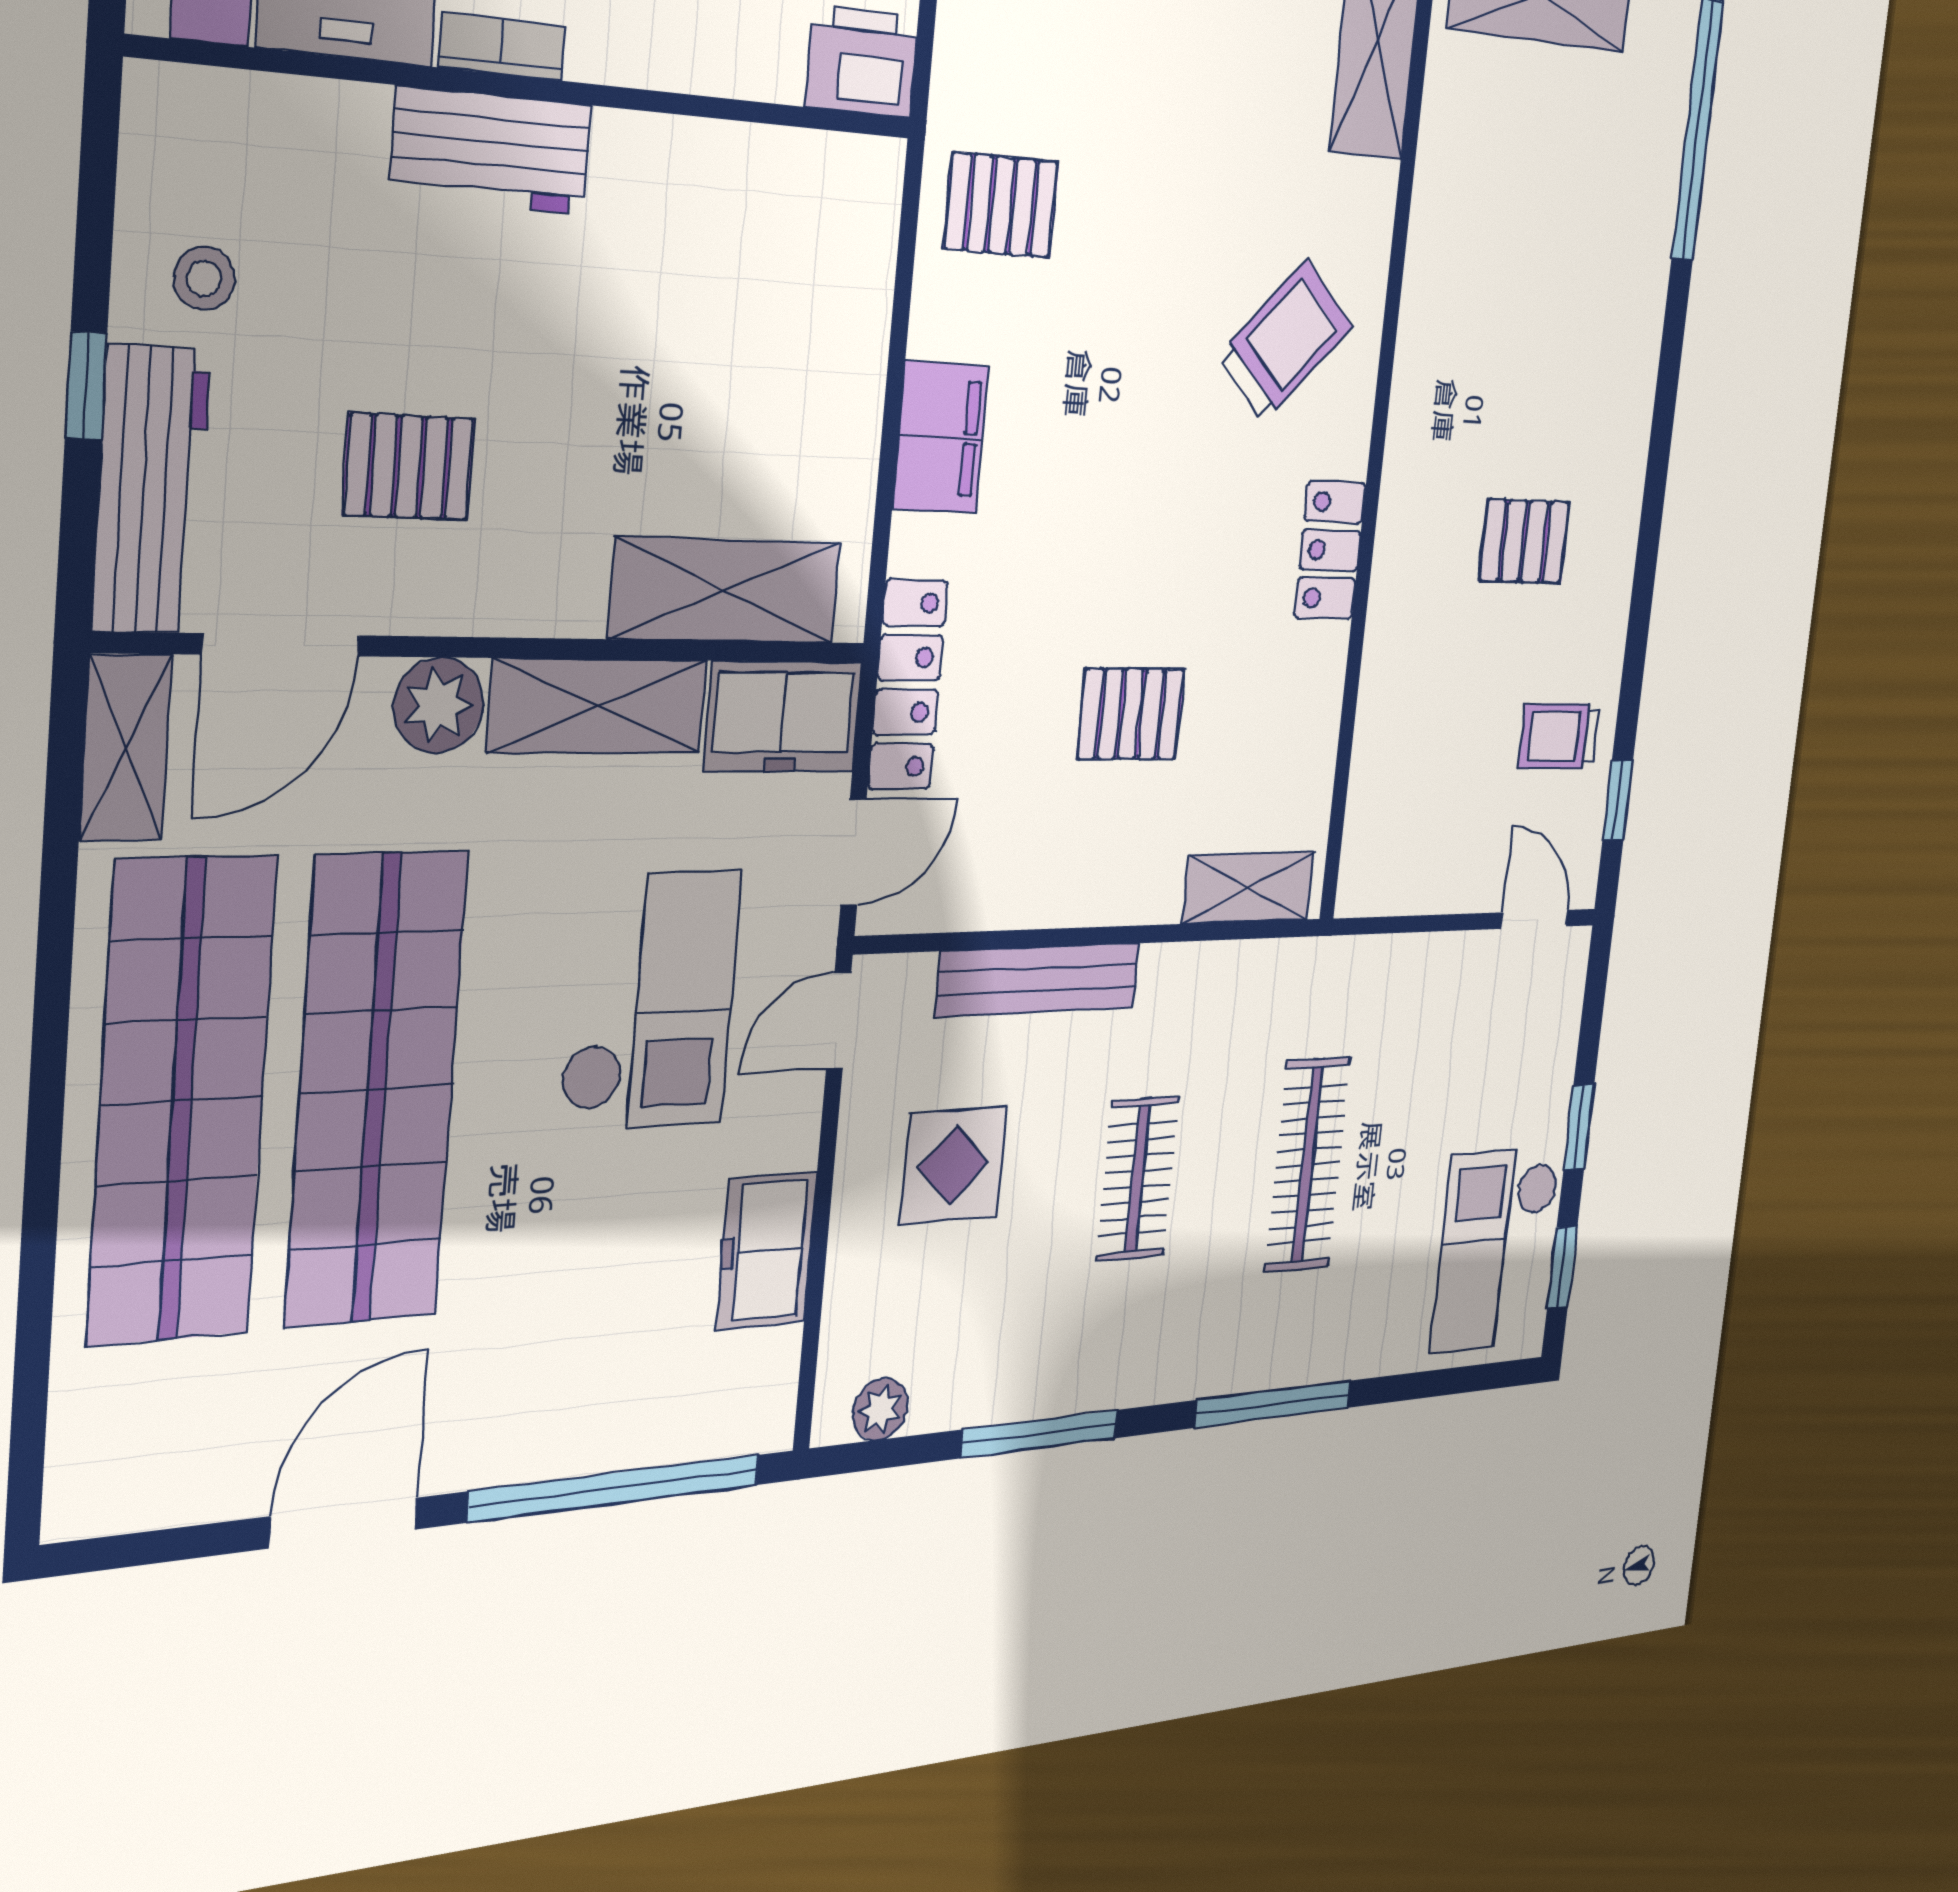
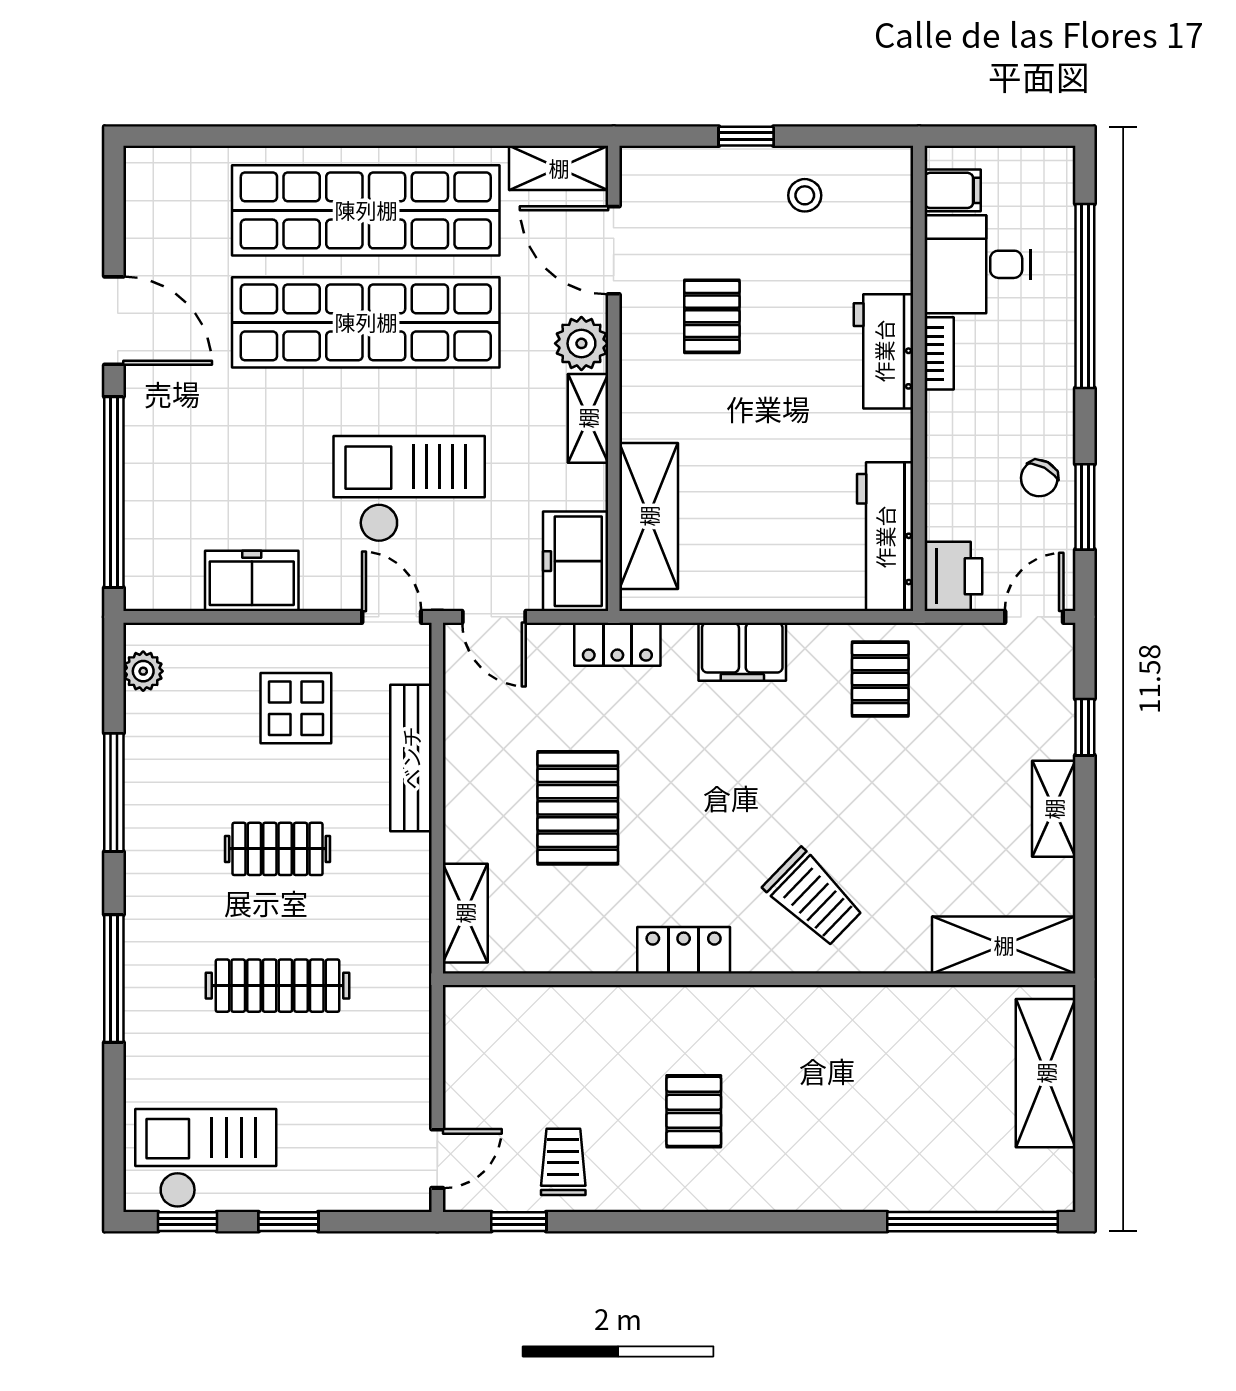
workbench: (151, 490) -> (885, 537), moved, turned 90
locker: (908, 685) -> (617, 644), width x0.66
shelving: (598, 706) -> (588, 418), width x0.67, depth x0.75
pallet: (1131, 714) -> (578, 808), width x1.50, depth x1.42
checkout: (650, 1000) -> (409, 489), turned 180

